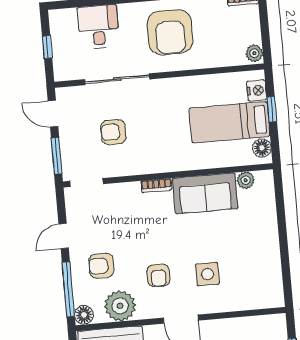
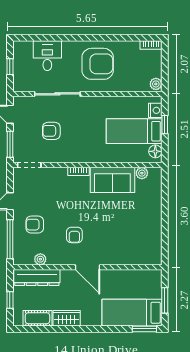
armchair: (170, 32) -> (98, 64), turned -90
side table: (207, 274) -> (109, 237), removed
plant: (120, 306) -> (40, 259), width x0.53, depth x0.53
floor lamp: (84, 315) -> (19, 258), removed

